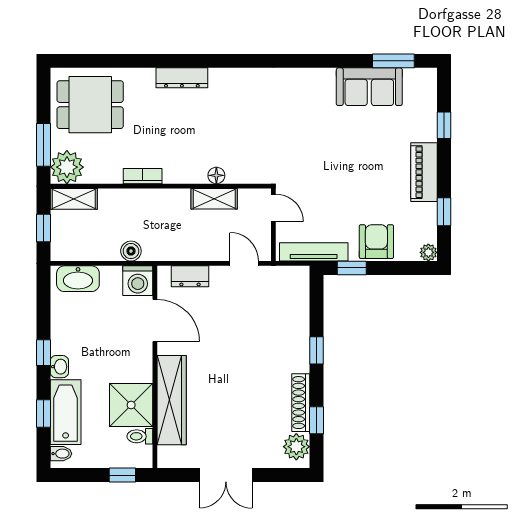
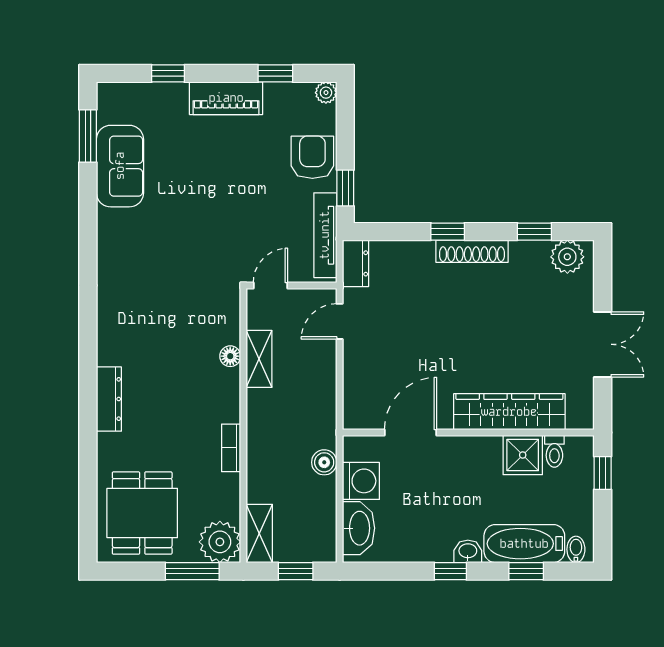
armchair: (376, 242) -> (312, 157), turned 90
dresser: (190, 276) -> (355, 263), moved
washing machine: (138, 281) -> (361, 481), moved
shoe rack: (301, 403) -> (472, 251), moved
shower: (131, 405) -> (523, 455), width x0.73, depth x0.73

